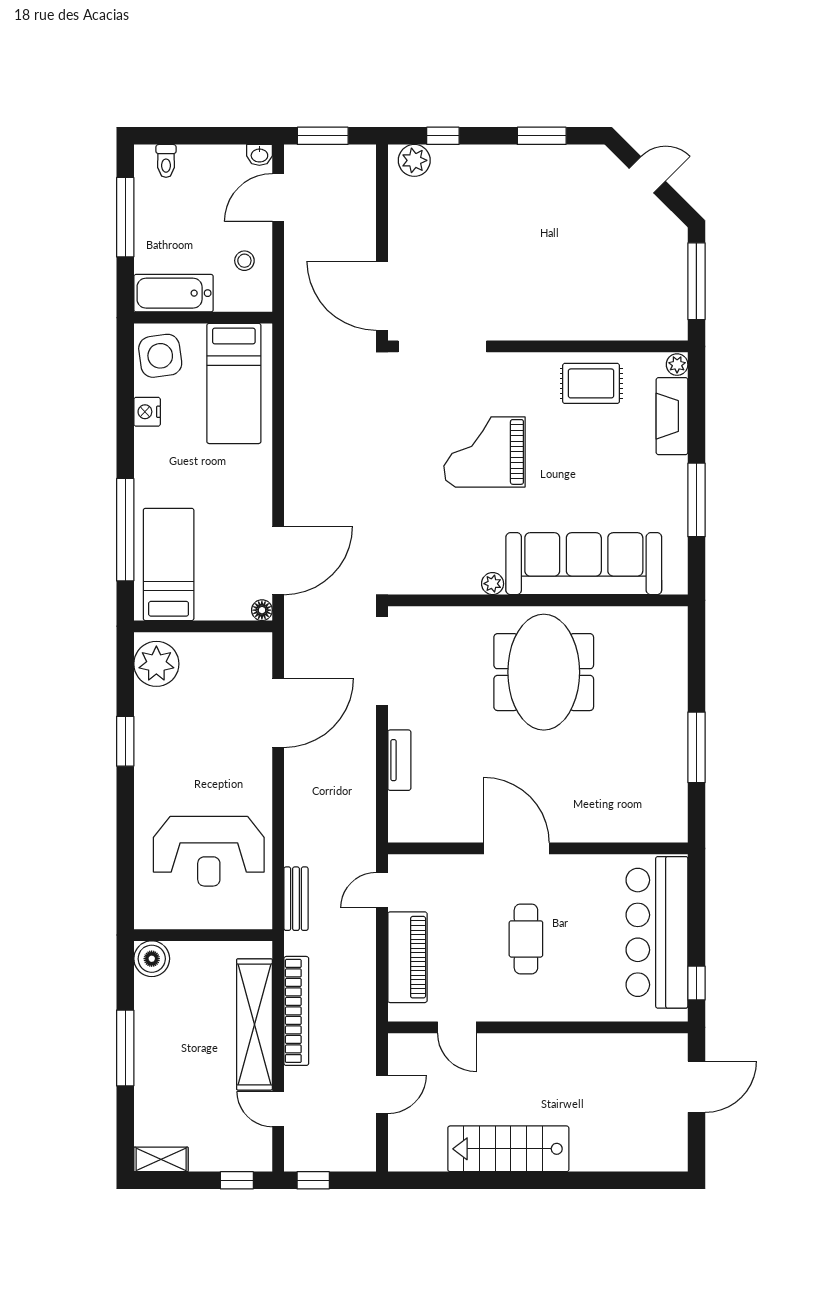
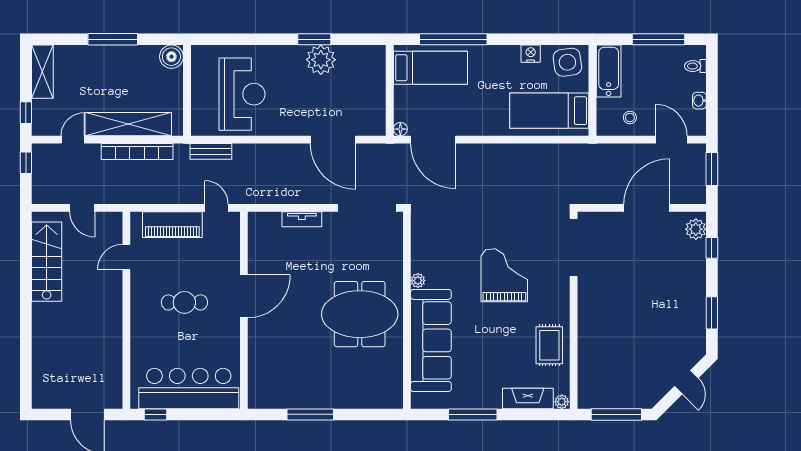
washbasin: (259, 155) -> (699, 101), moved
door: (382, 296) -> (647, 208), moved
plant: (156, 664) -> (321, 60), moved
reception desk: (209, 851) -> (242, 94), turned 180
stairs: (508, 1149) -> (47, 262), moved
shelving: (161, 1159) -> (42, 72), width x1.50, depth x1.33

